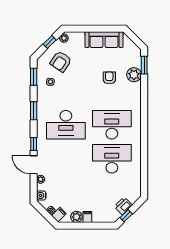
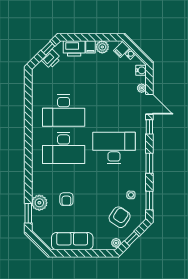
printer: (102, 216) -> (74, 48), added

